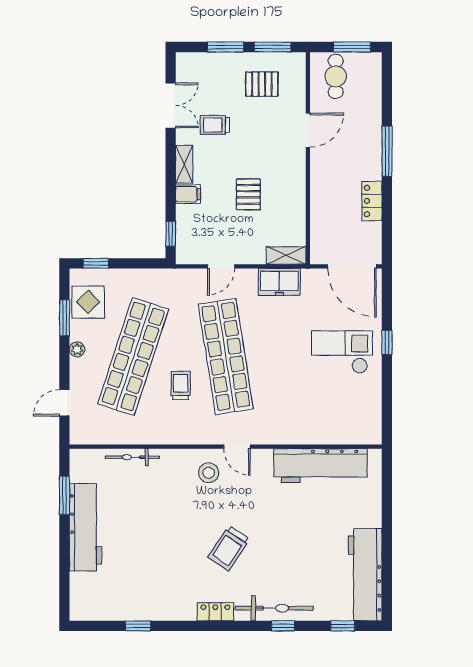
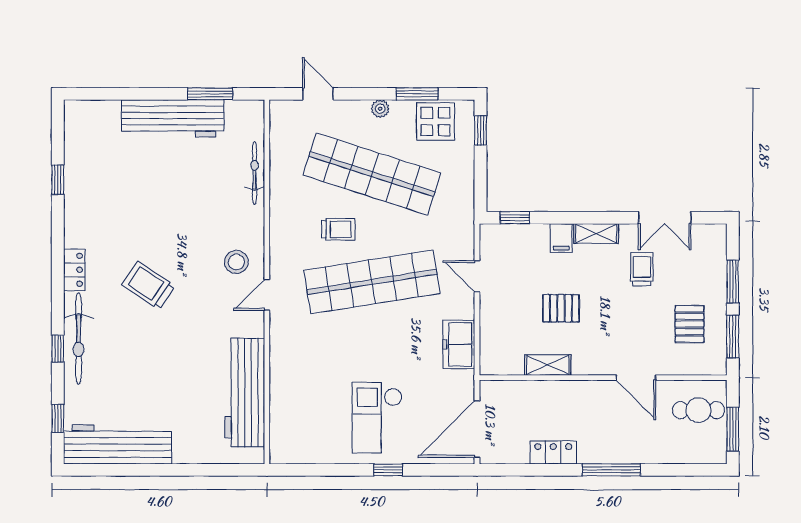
shelving: (286, 255) -> (548, 365), moved, turned 90
checkout: (342, 352) -> (377, 418), turned 180

